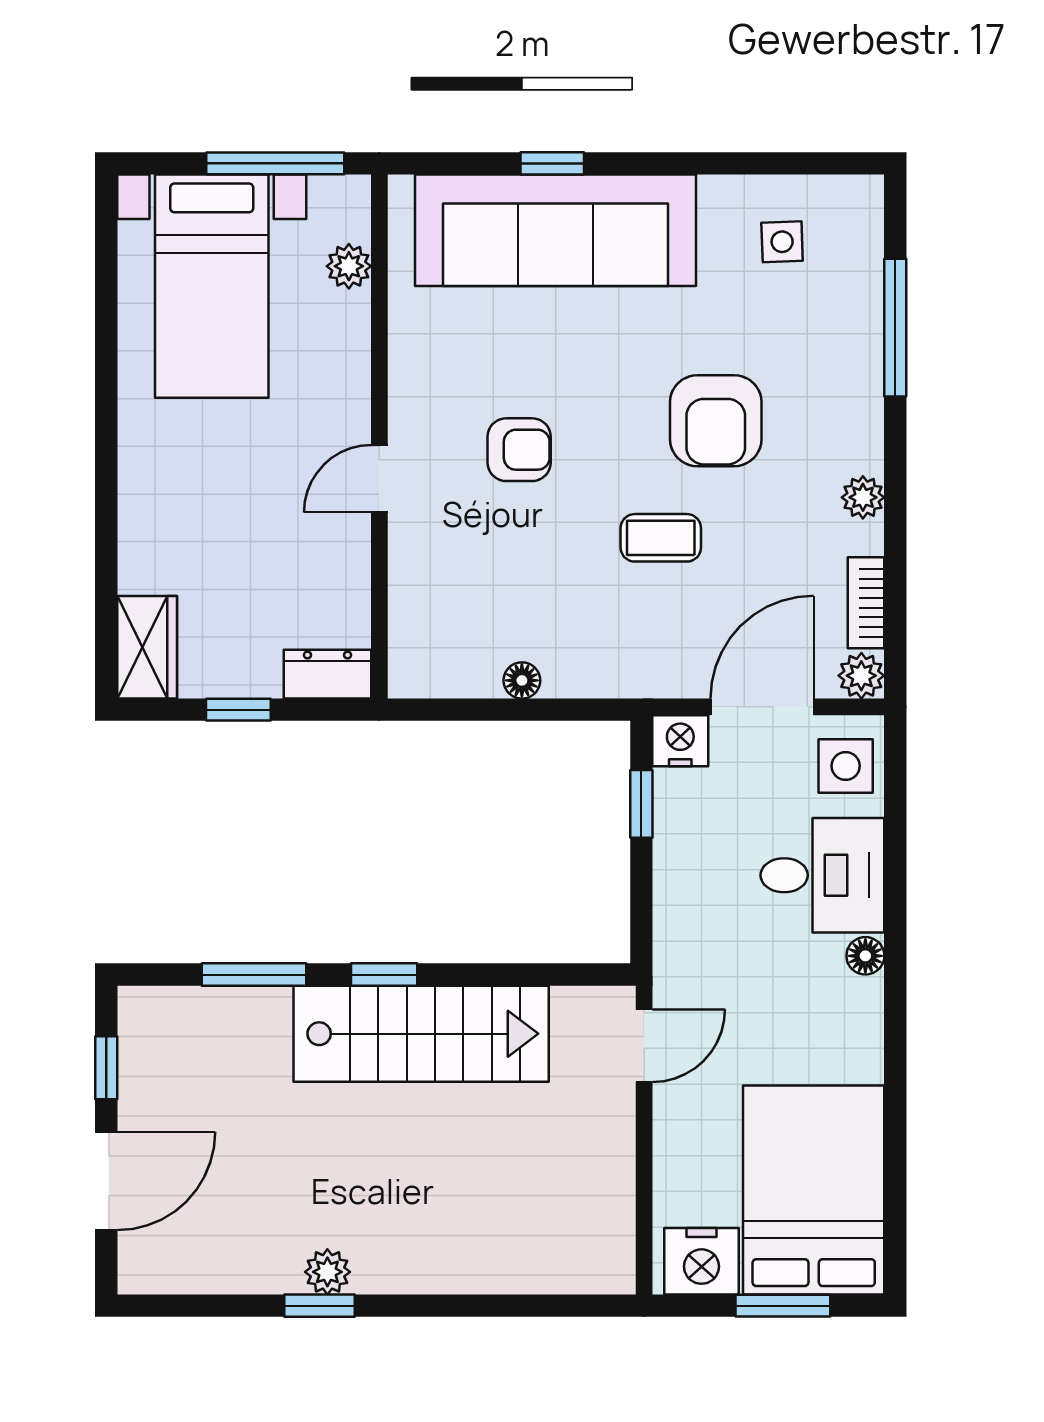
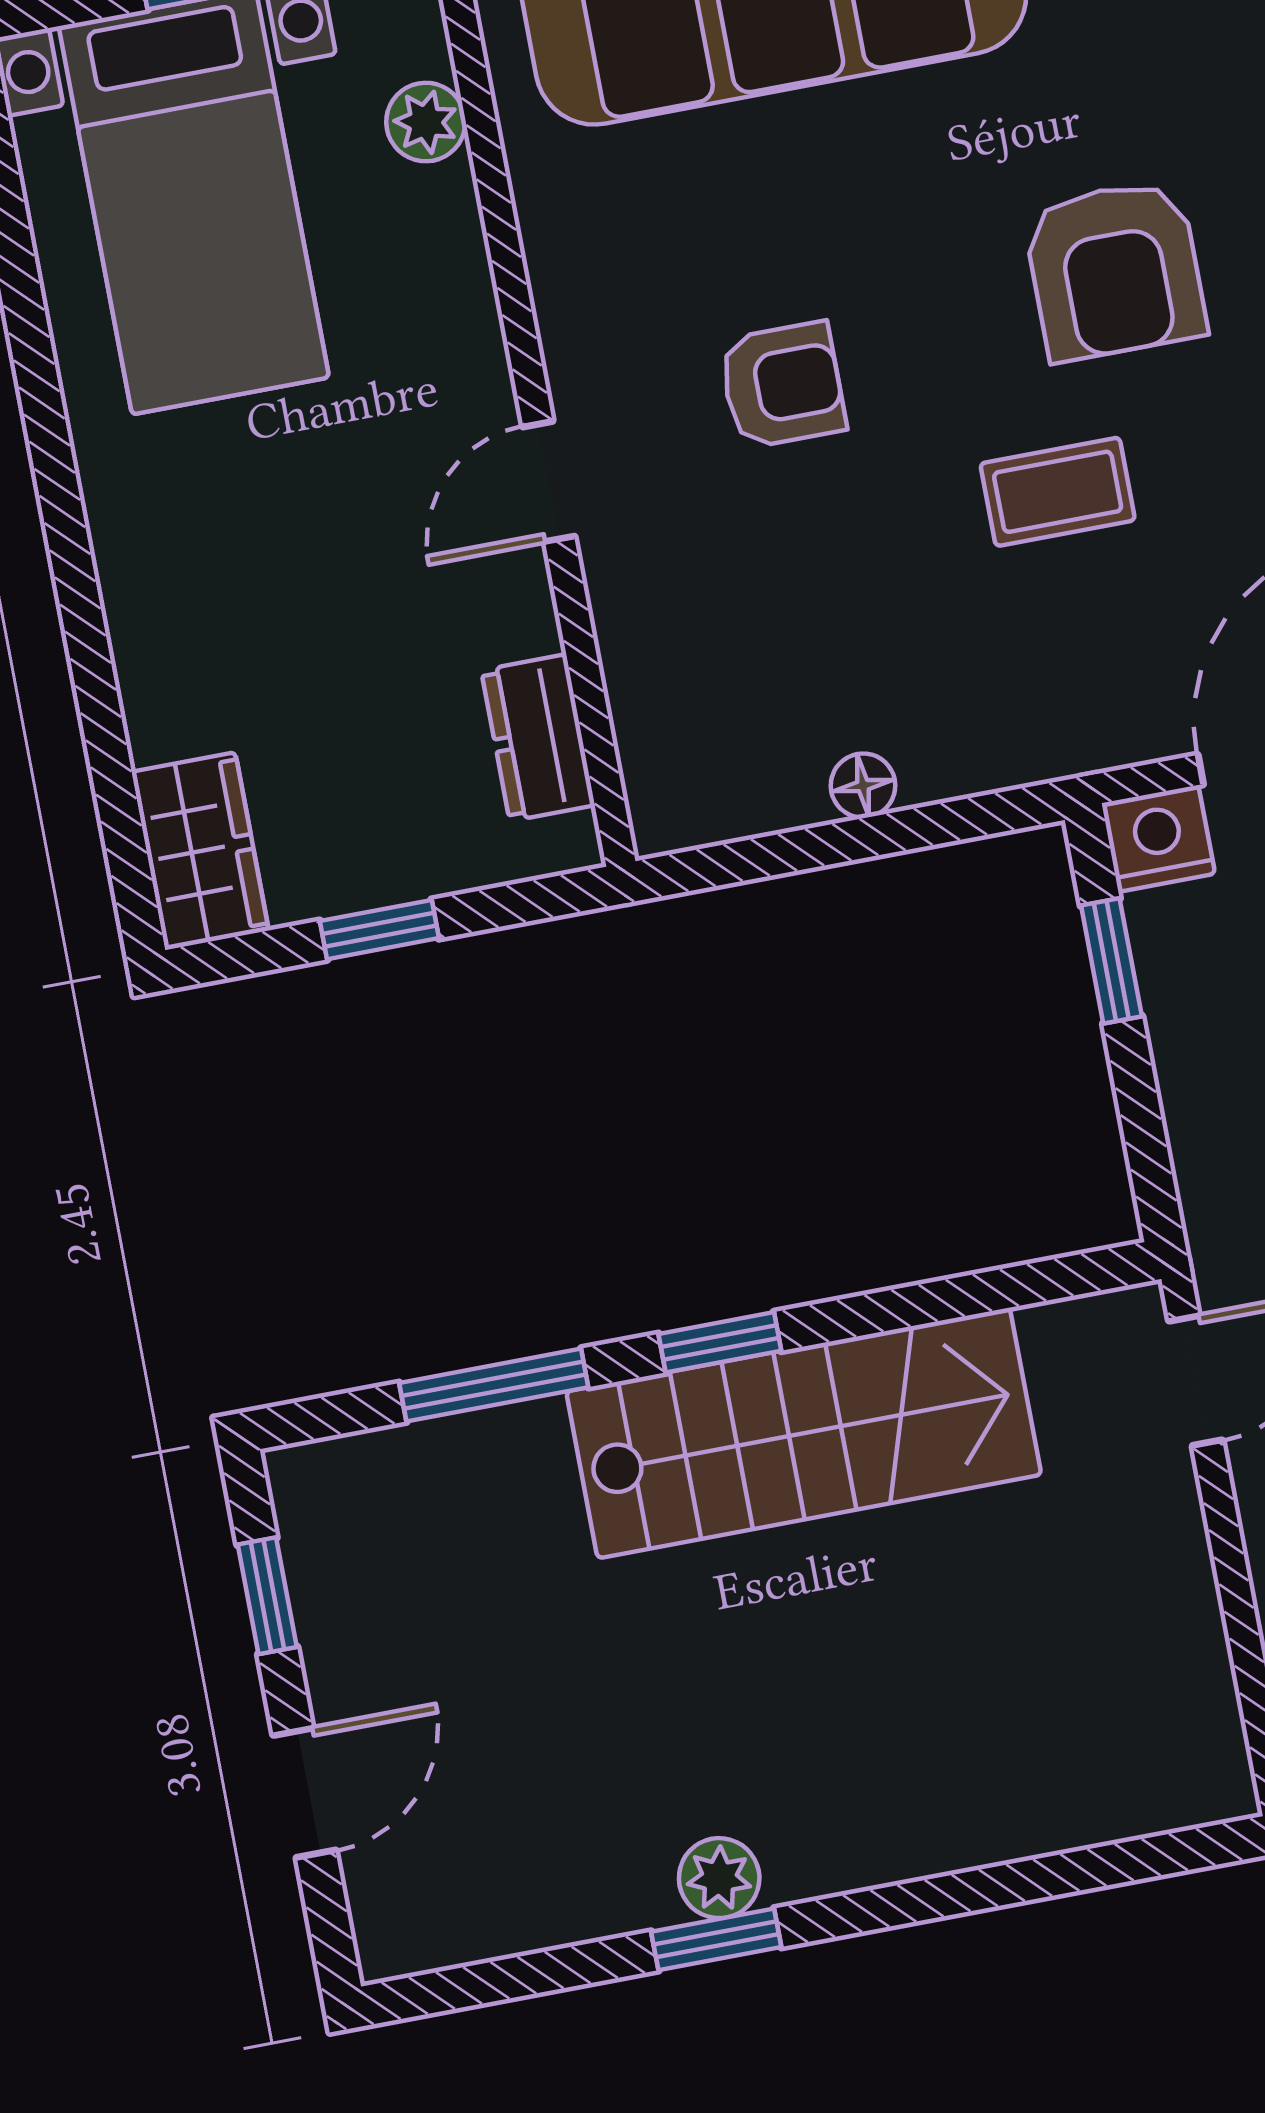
dresser: (328, 674) -> (538, 738), moved, turned -90
door: (106, 1181) -> (304, 1793), width x0.73

